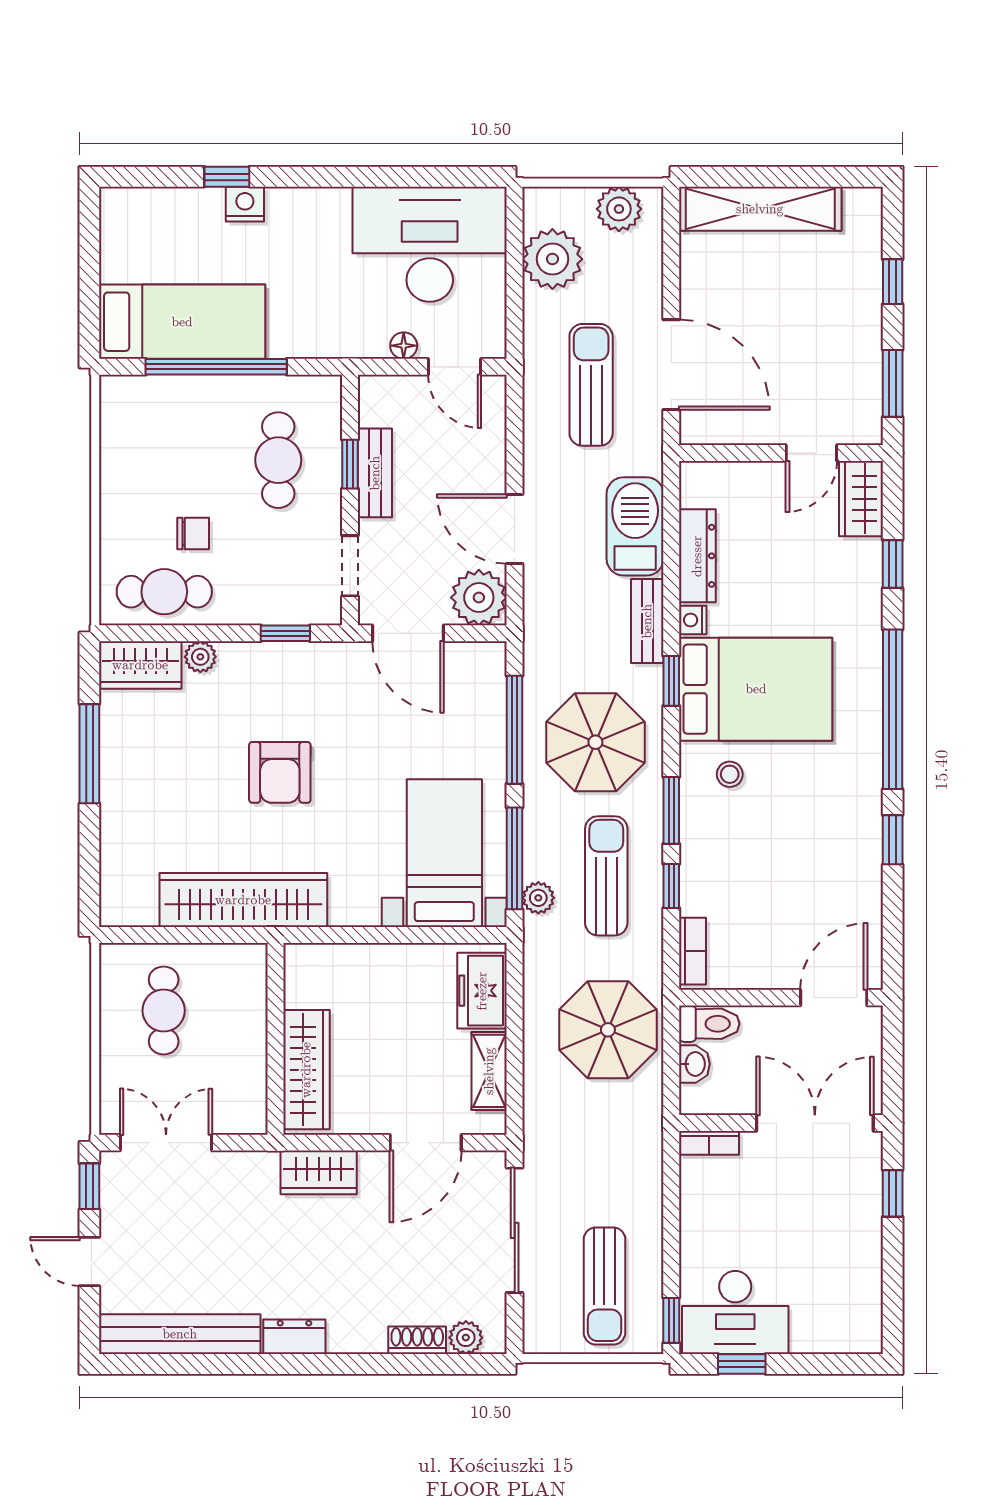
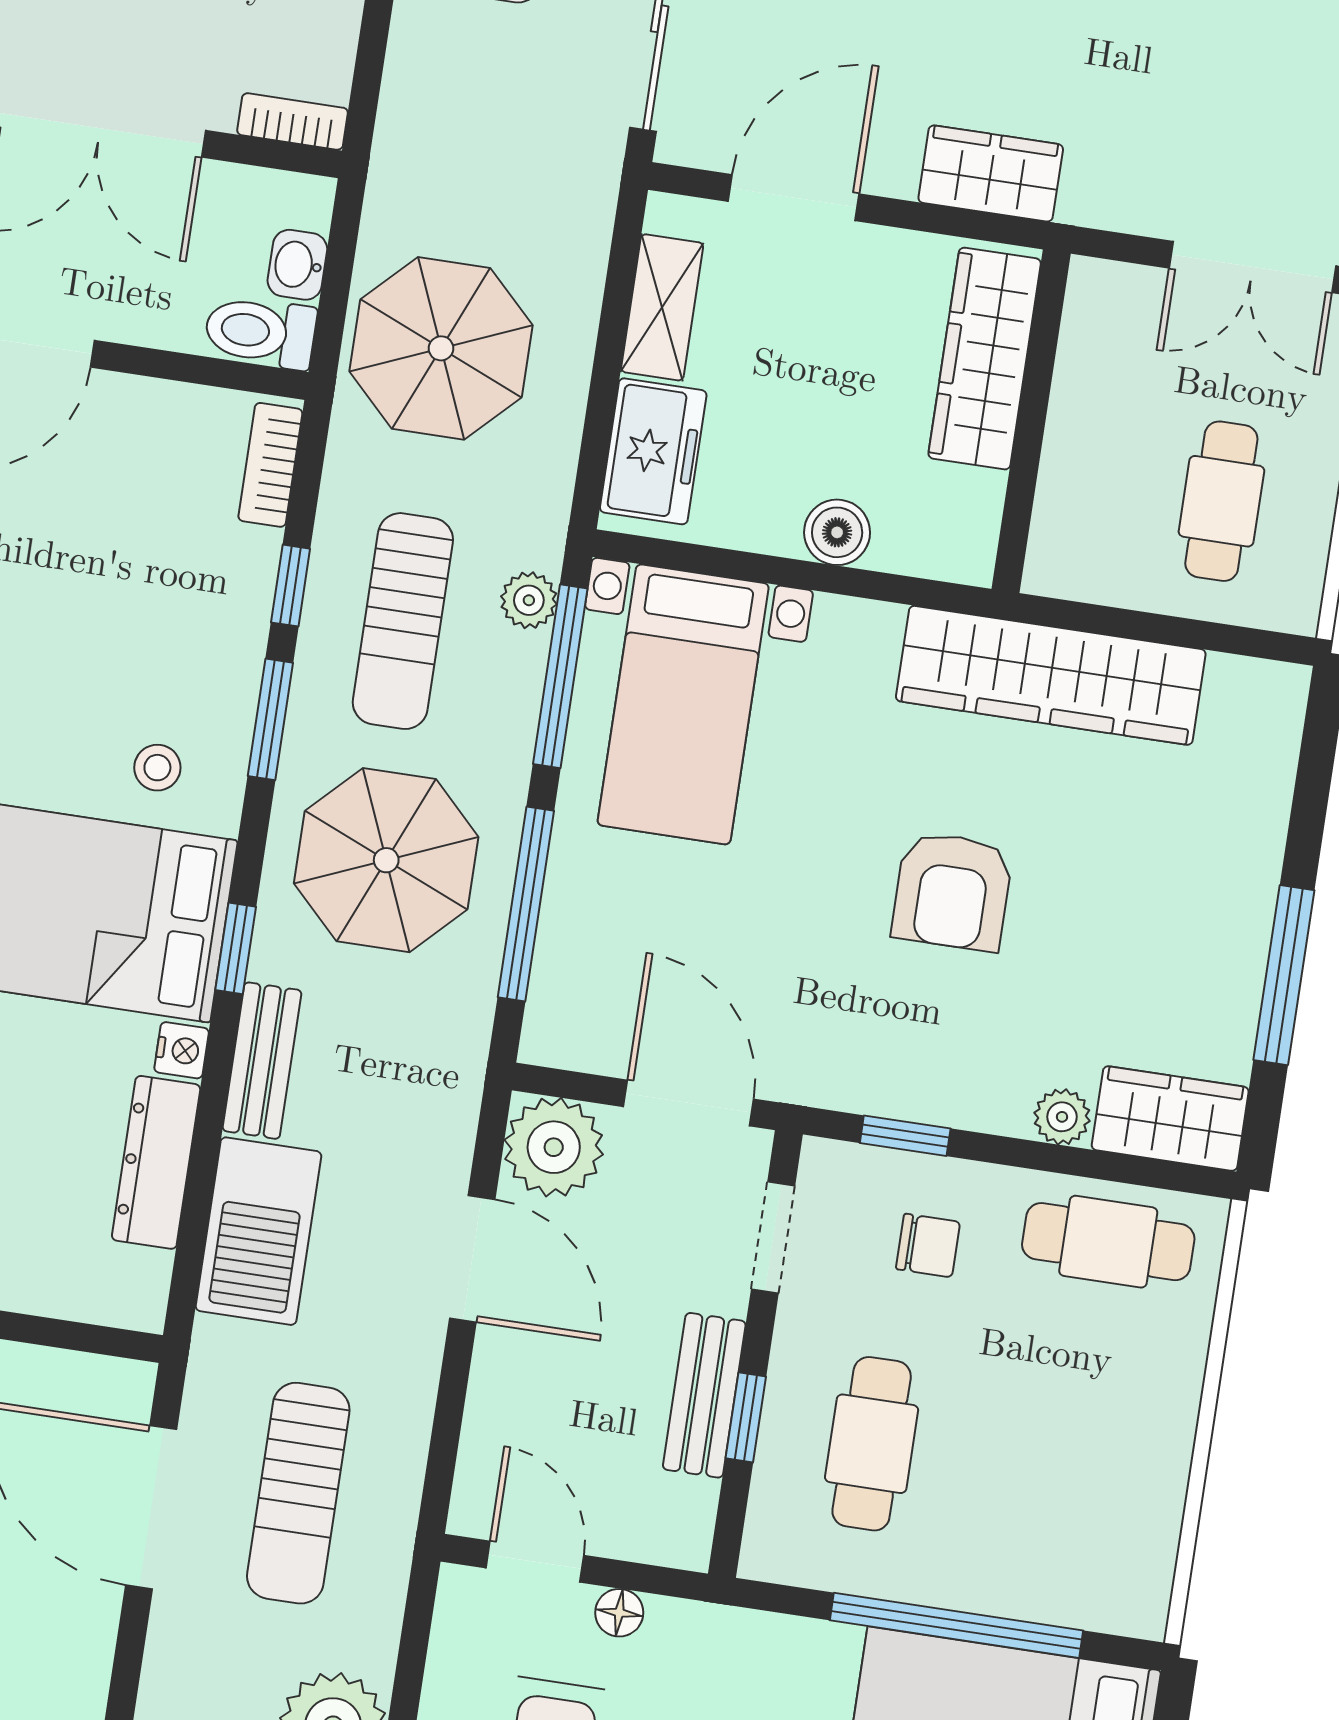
chair: (193, 533) -> (928, 1245), moved, turned 180
armchair: (280, 772) -> (952, 891), turned 180
boiler: (374, 961) -> (837, 532), added

